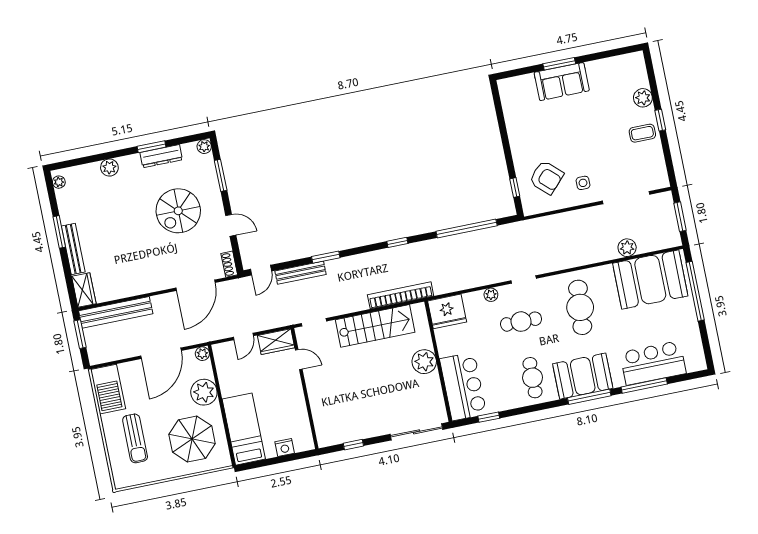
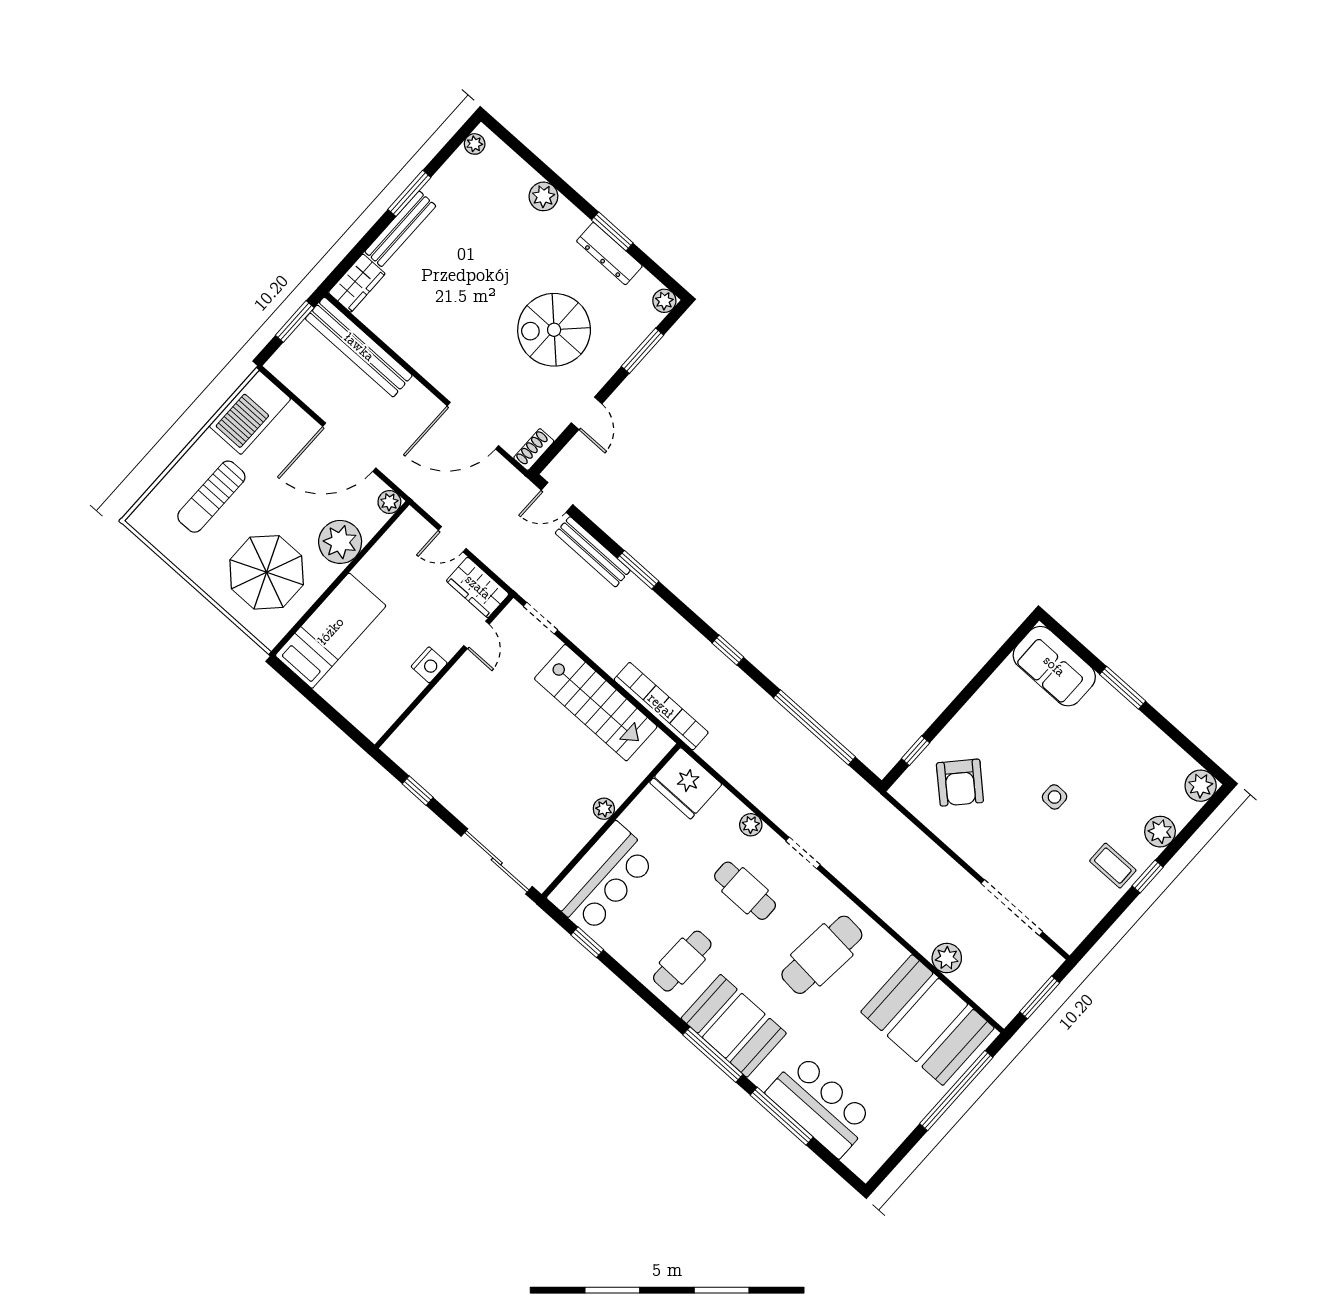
plant: (635, 61) -> (1201, 786), added
sofa: (562, 82) -> (1054, 666), moved
side table: (583, 183) -> (1055, 797), moved
plant: (424, 362) -> (604, 809), width x0.53, depth x0.53
nightstand: (285, 447) -> (429, 665), moved, turned -90

